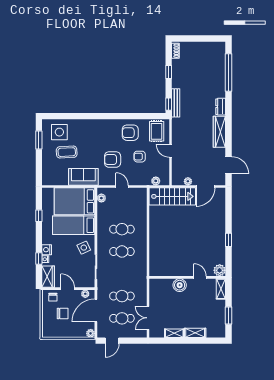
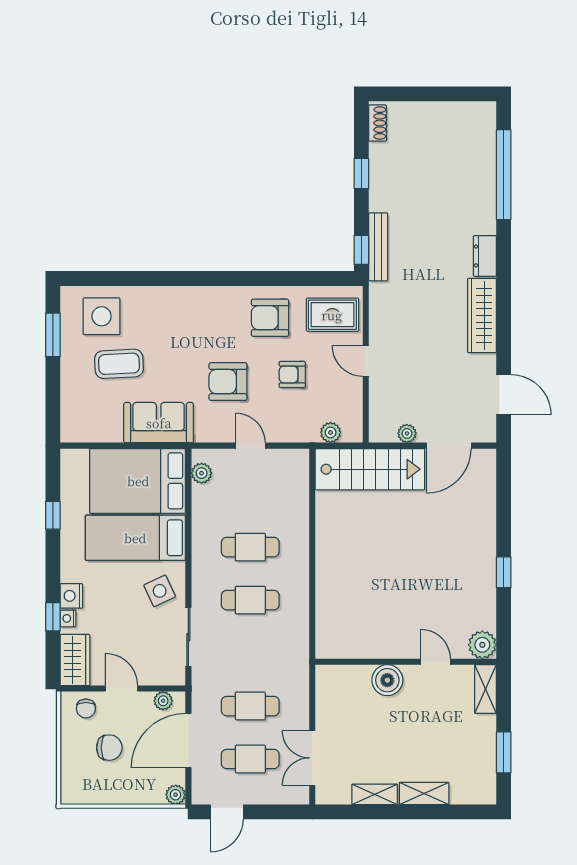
rug: (157, 131) -> (332, 315), turned 90

